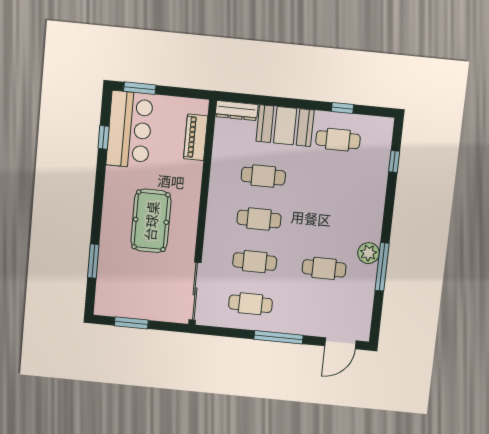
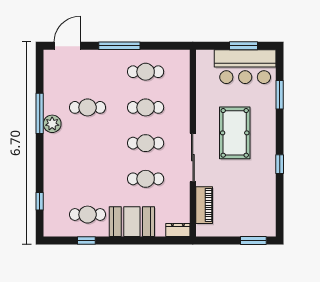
dresser: (237, 111) -> (178, 230), width x0.70
bar counter: (130, 130) -> (245, 67), moved, turned -90
window: (104, 137) -> (280, 164), moved
sliding door: (195, 291) -> (193, 158), moved

